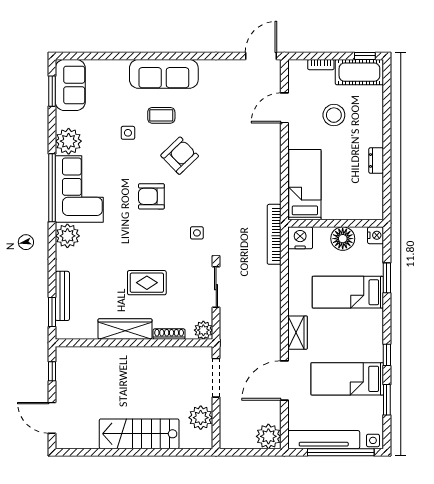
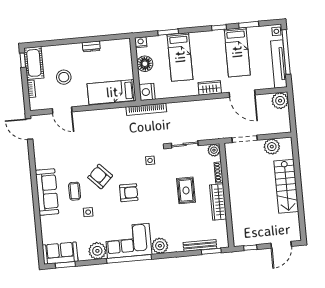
armchair: (151, 196) -> (129, 193), turned -90

